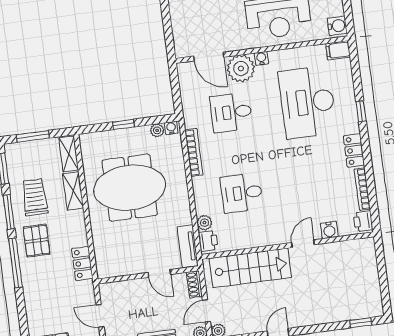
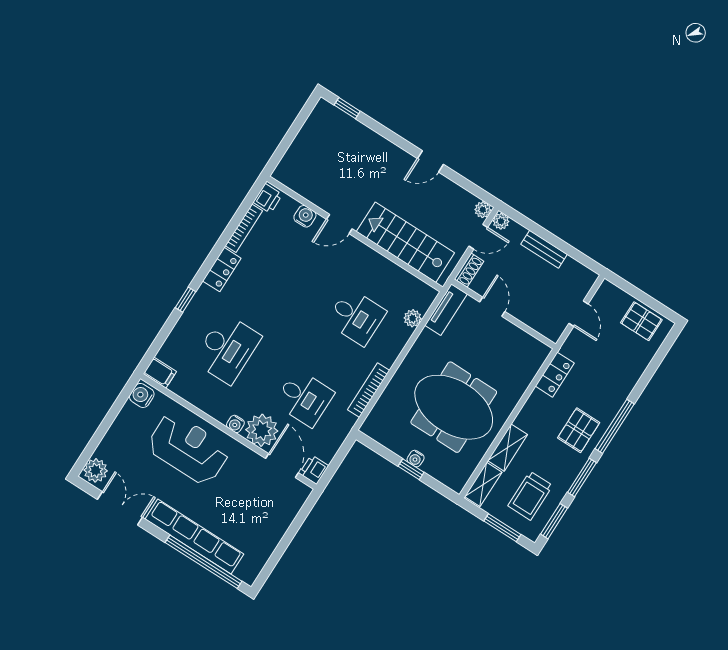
desk: (308, 102) -> (227, 349), width x0.73, depth x0.77
water cooler: (171, 128) -> (416, 459), moved
plant: (157, 130) -> (385, 438), removed
trolley: (35, 197) -> (530, 496), moved
printer: (208, 241) -> (314, 470), moved

